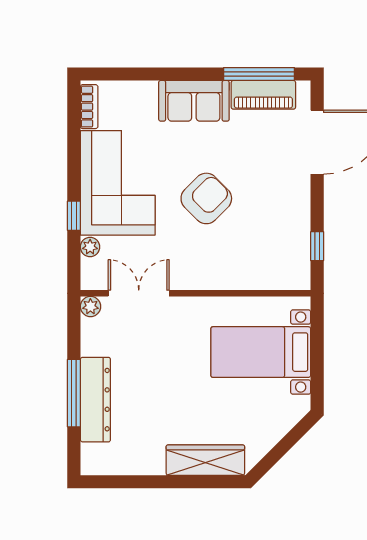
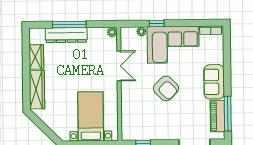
double door: (139, 293) -> (119, 66), moved
wardrobe: (139, 461) -> (36, 57), added

